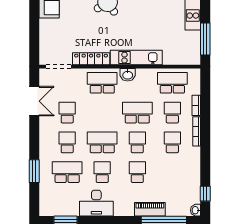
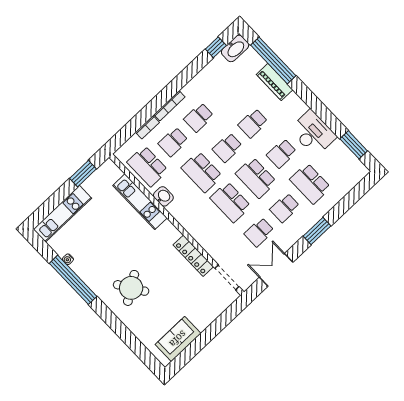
window: (205, 39) -> (83, 174), width x0.69
kitchen unit: (136, 58) -> (140, 202), moved
washbasin: (128, 75) -> (163, 196), moved
school desk: (102, 83) -> (230, 202), moved
window: (34, 171) -> (317, 231), moved
washbasin: (196, 210) -> (235, 48), width x1.91, depth x1.45

